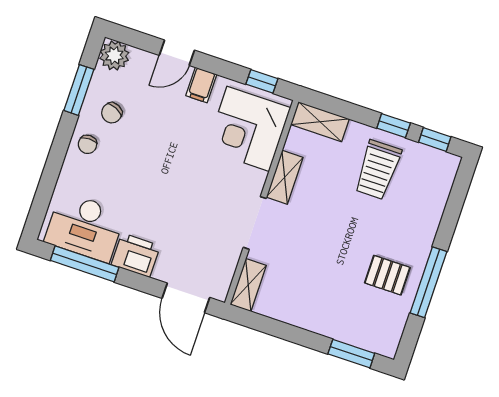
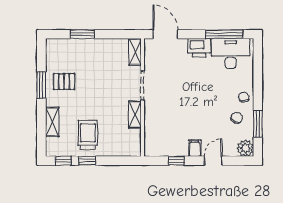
window: (262, 81) -> (176, 161), moved
shelving: (320, 122) -> (52, 122), moved, turned 90
corner desk: (248, 129) -> (163, 133), removed
window: (429, 282) -> (41, 85), width x0.69
window: (351, 354) -> (82, 34), moved

